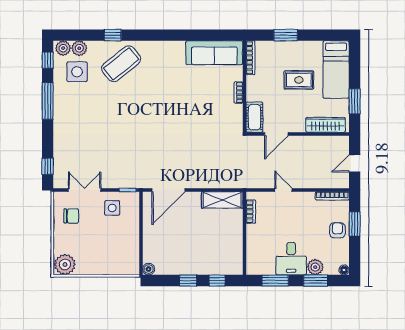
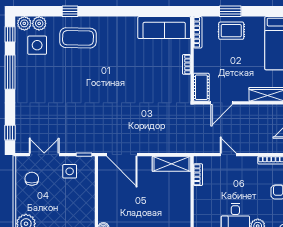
coffee table: (121, 64) -> (78, 38), turned 40
rug: (299, 80) -> (231, 31), moved
door: (168, 190) -> (122, 155), hinge flipped
chair: (71, 216) -> (32, 179), turned -90

